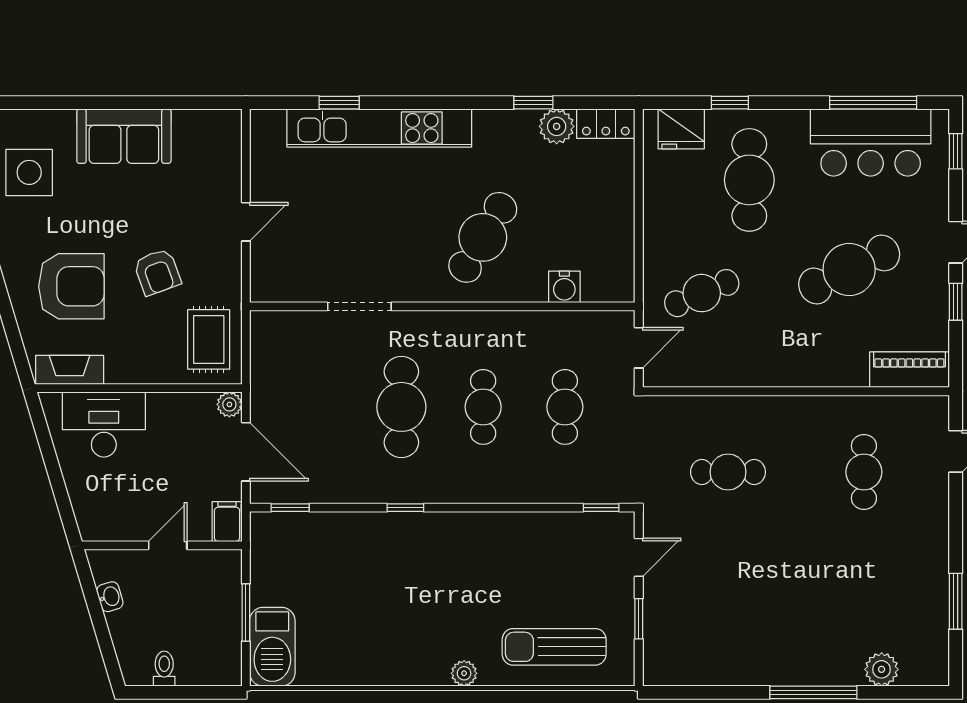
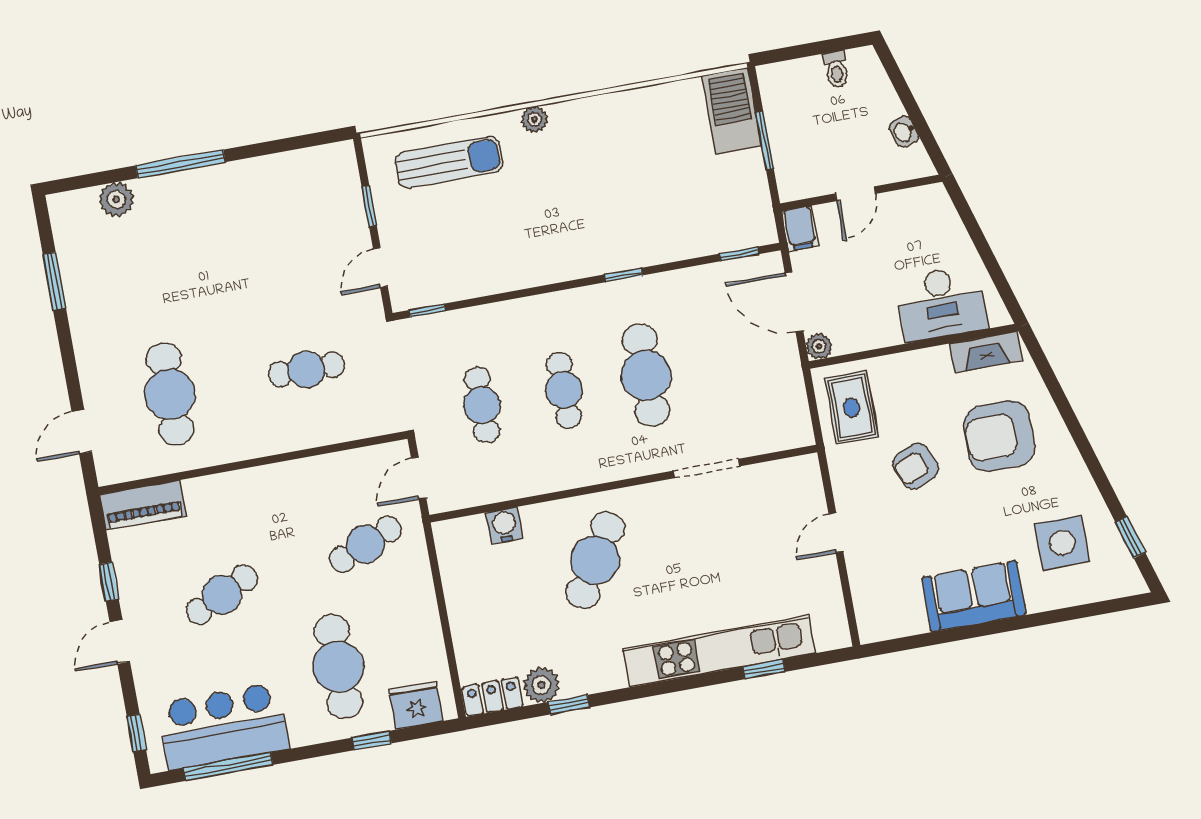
cafe table: (849, 269) -> (222, 595), width x0.73, depth x0.74
armchair: (157, 272) -> (916, 466), turned -93
cafe table: (864, 472) -> (170, 394), width x1.37, depth x1.35

